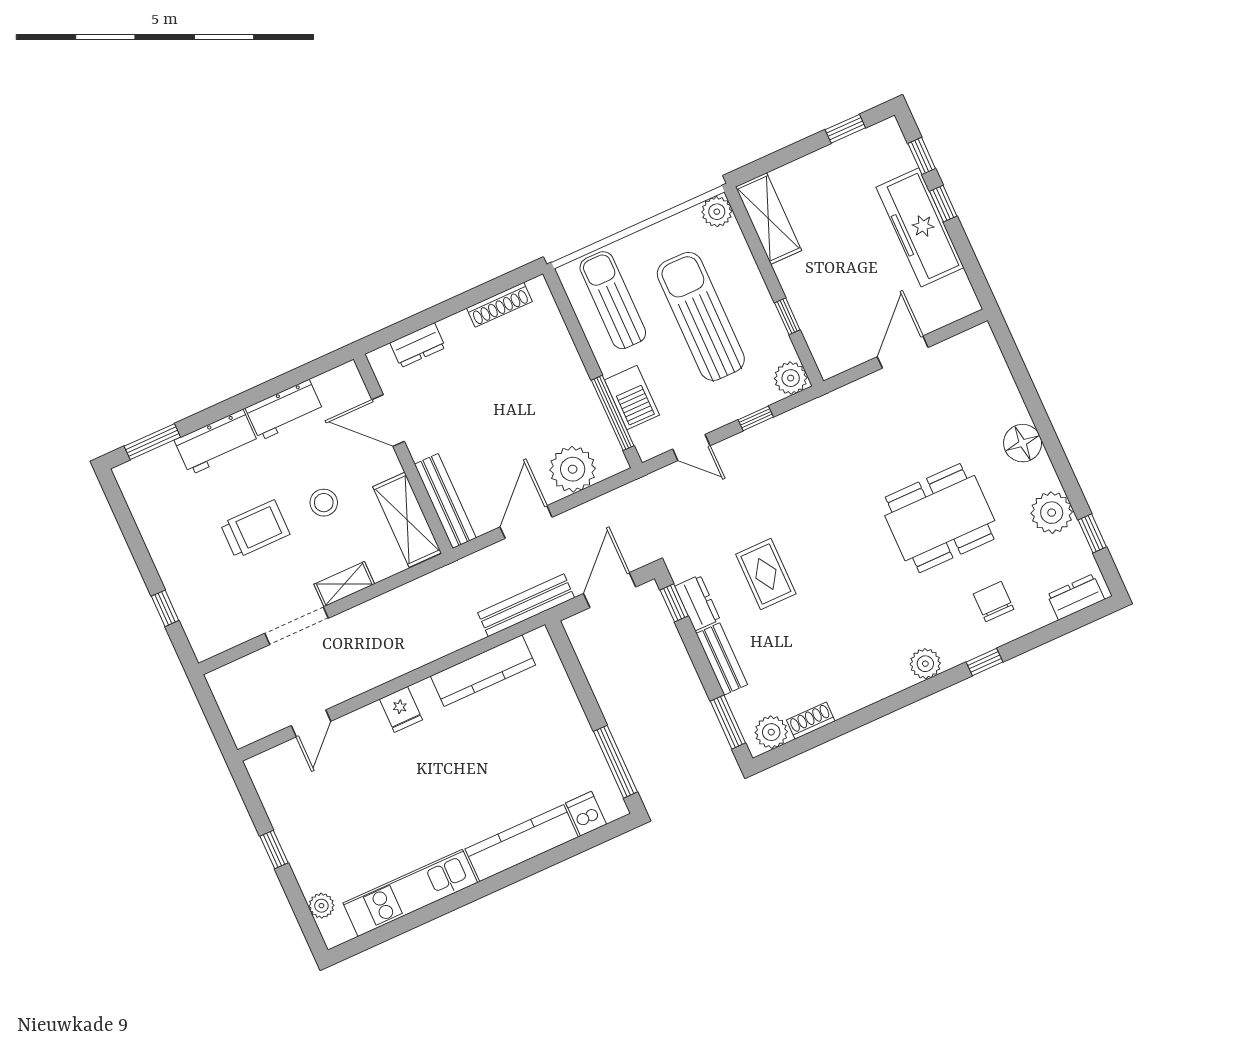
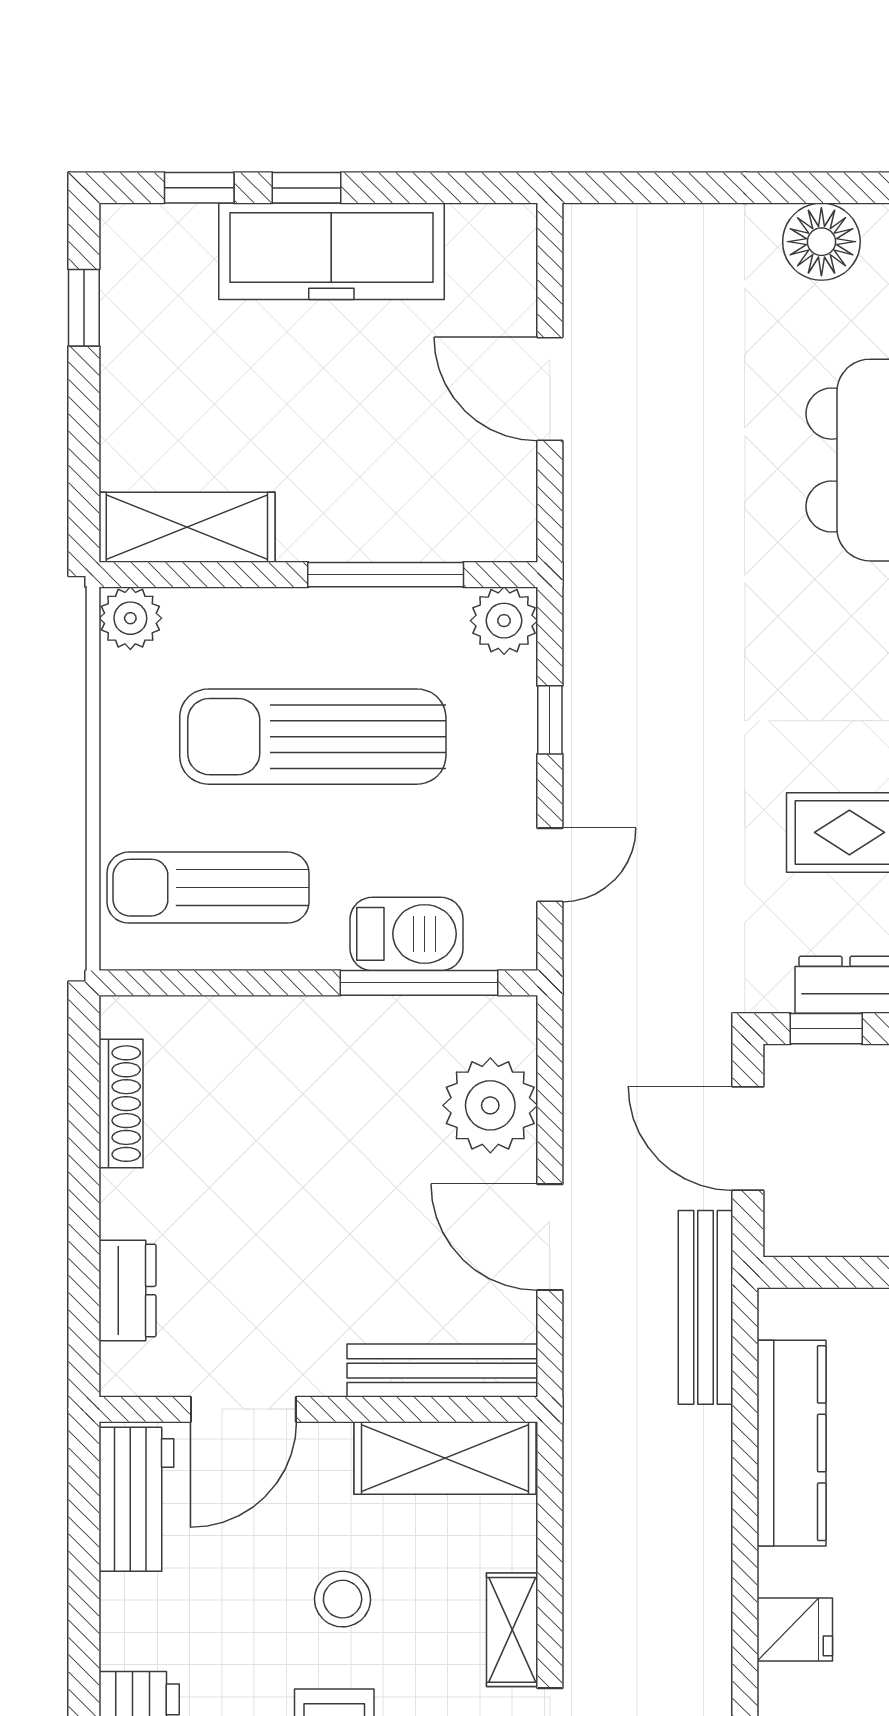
window: (787, 316) -> (386, 575), width x2.17
workbench: (284, 410) -> (136, 1499), moved

